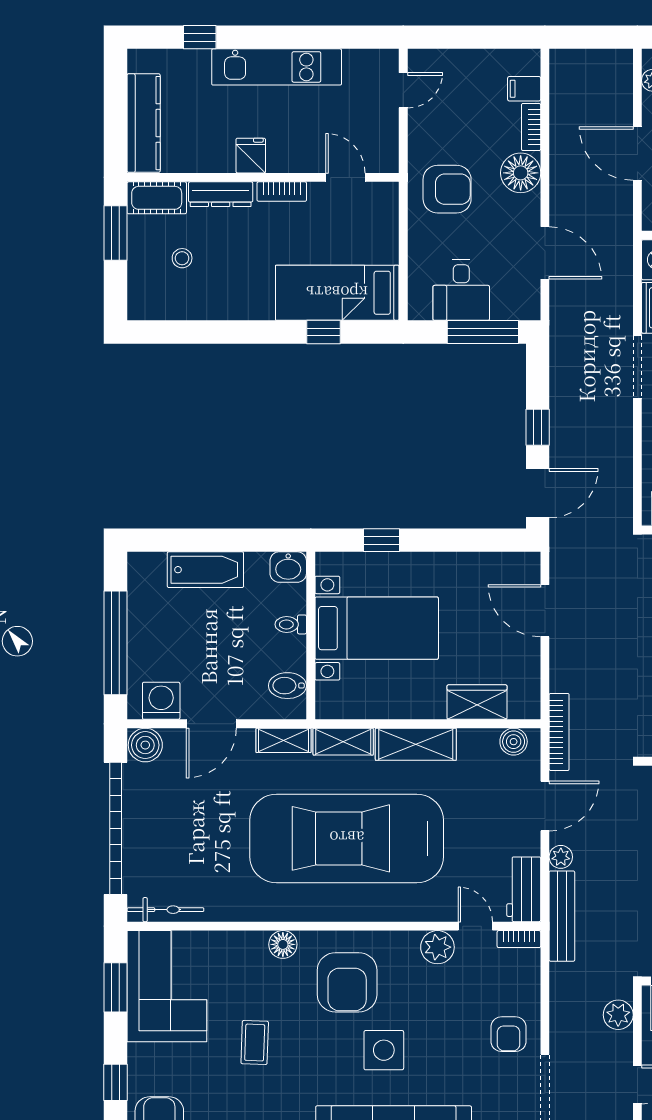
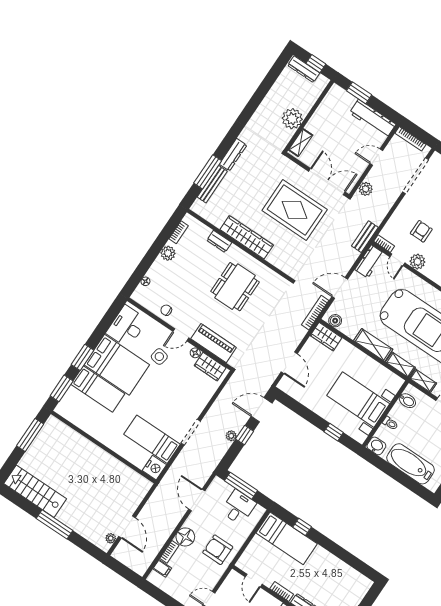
door: (637, 154) -> (127, 527), moved
stool: (182, 258) -> (337, 592), removed
bathtub: (205, 570) -> (411, 464), width x1.36, depth x1.36
wardrobe: (477, 702) -> (326, 337), moved
plant: (561, 857) -> (231, 436), moved
bench: (562, 916) -> (365, 237), width x0.73
armchair: (508, 1034) -> (421, 231), moved

